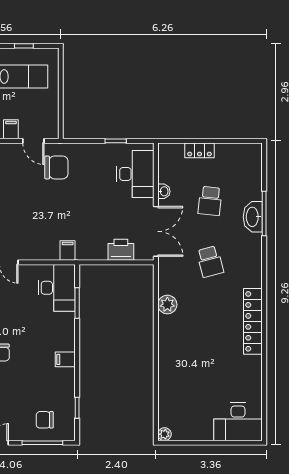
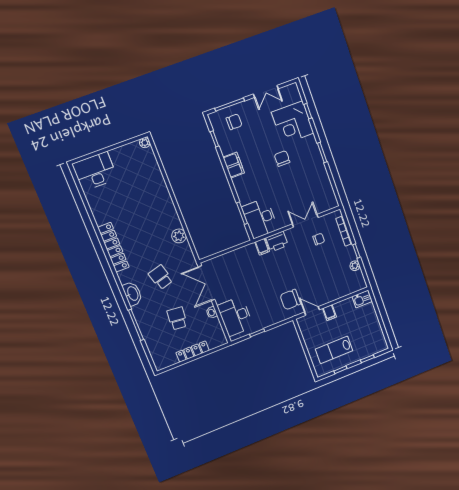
locker: (199, 150) -> (193, 351), width x1.53
washbasin: (253, 217) -> (132, 294), moved
printer: (121, 250) -> (277, 242), moved
filing cabinet: (65, 359) -> (234, 165), width x2.00

